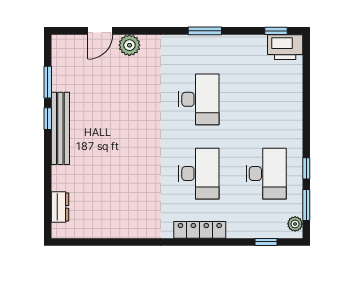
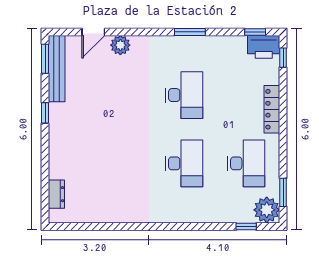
window: (48, 82) -> (45, 59), moved
bench: (60, 128) -> (57, 69), moved
window: (306, 168) -> (283, 58), moved
plant: (295, 224) -> (267, 210), width x1.87, depth x1.87
locker: (200, 230) -> (272, 109), moved, turned -90

